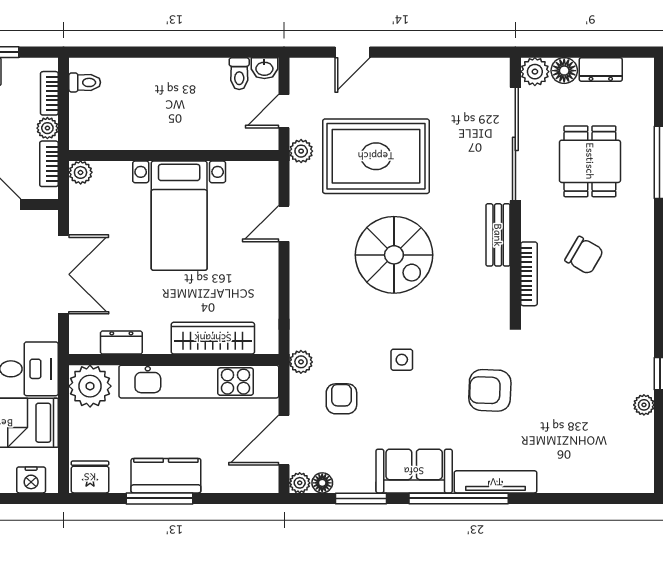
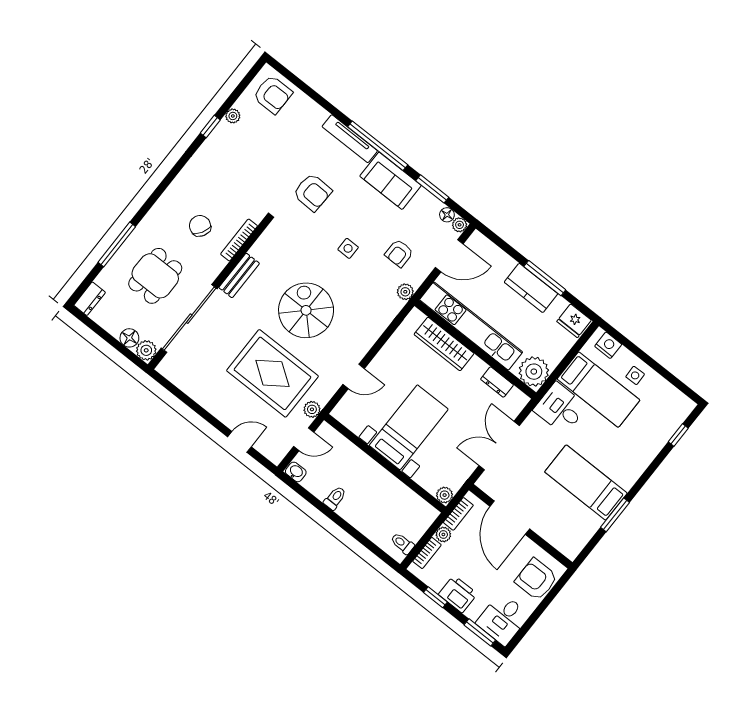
dresser: (601, 70) -> (90, 299), moved, turned 90
toilet: (239, 74) -> (335, 498), moved
armchair: (619, 463) -> (273, 95), added

